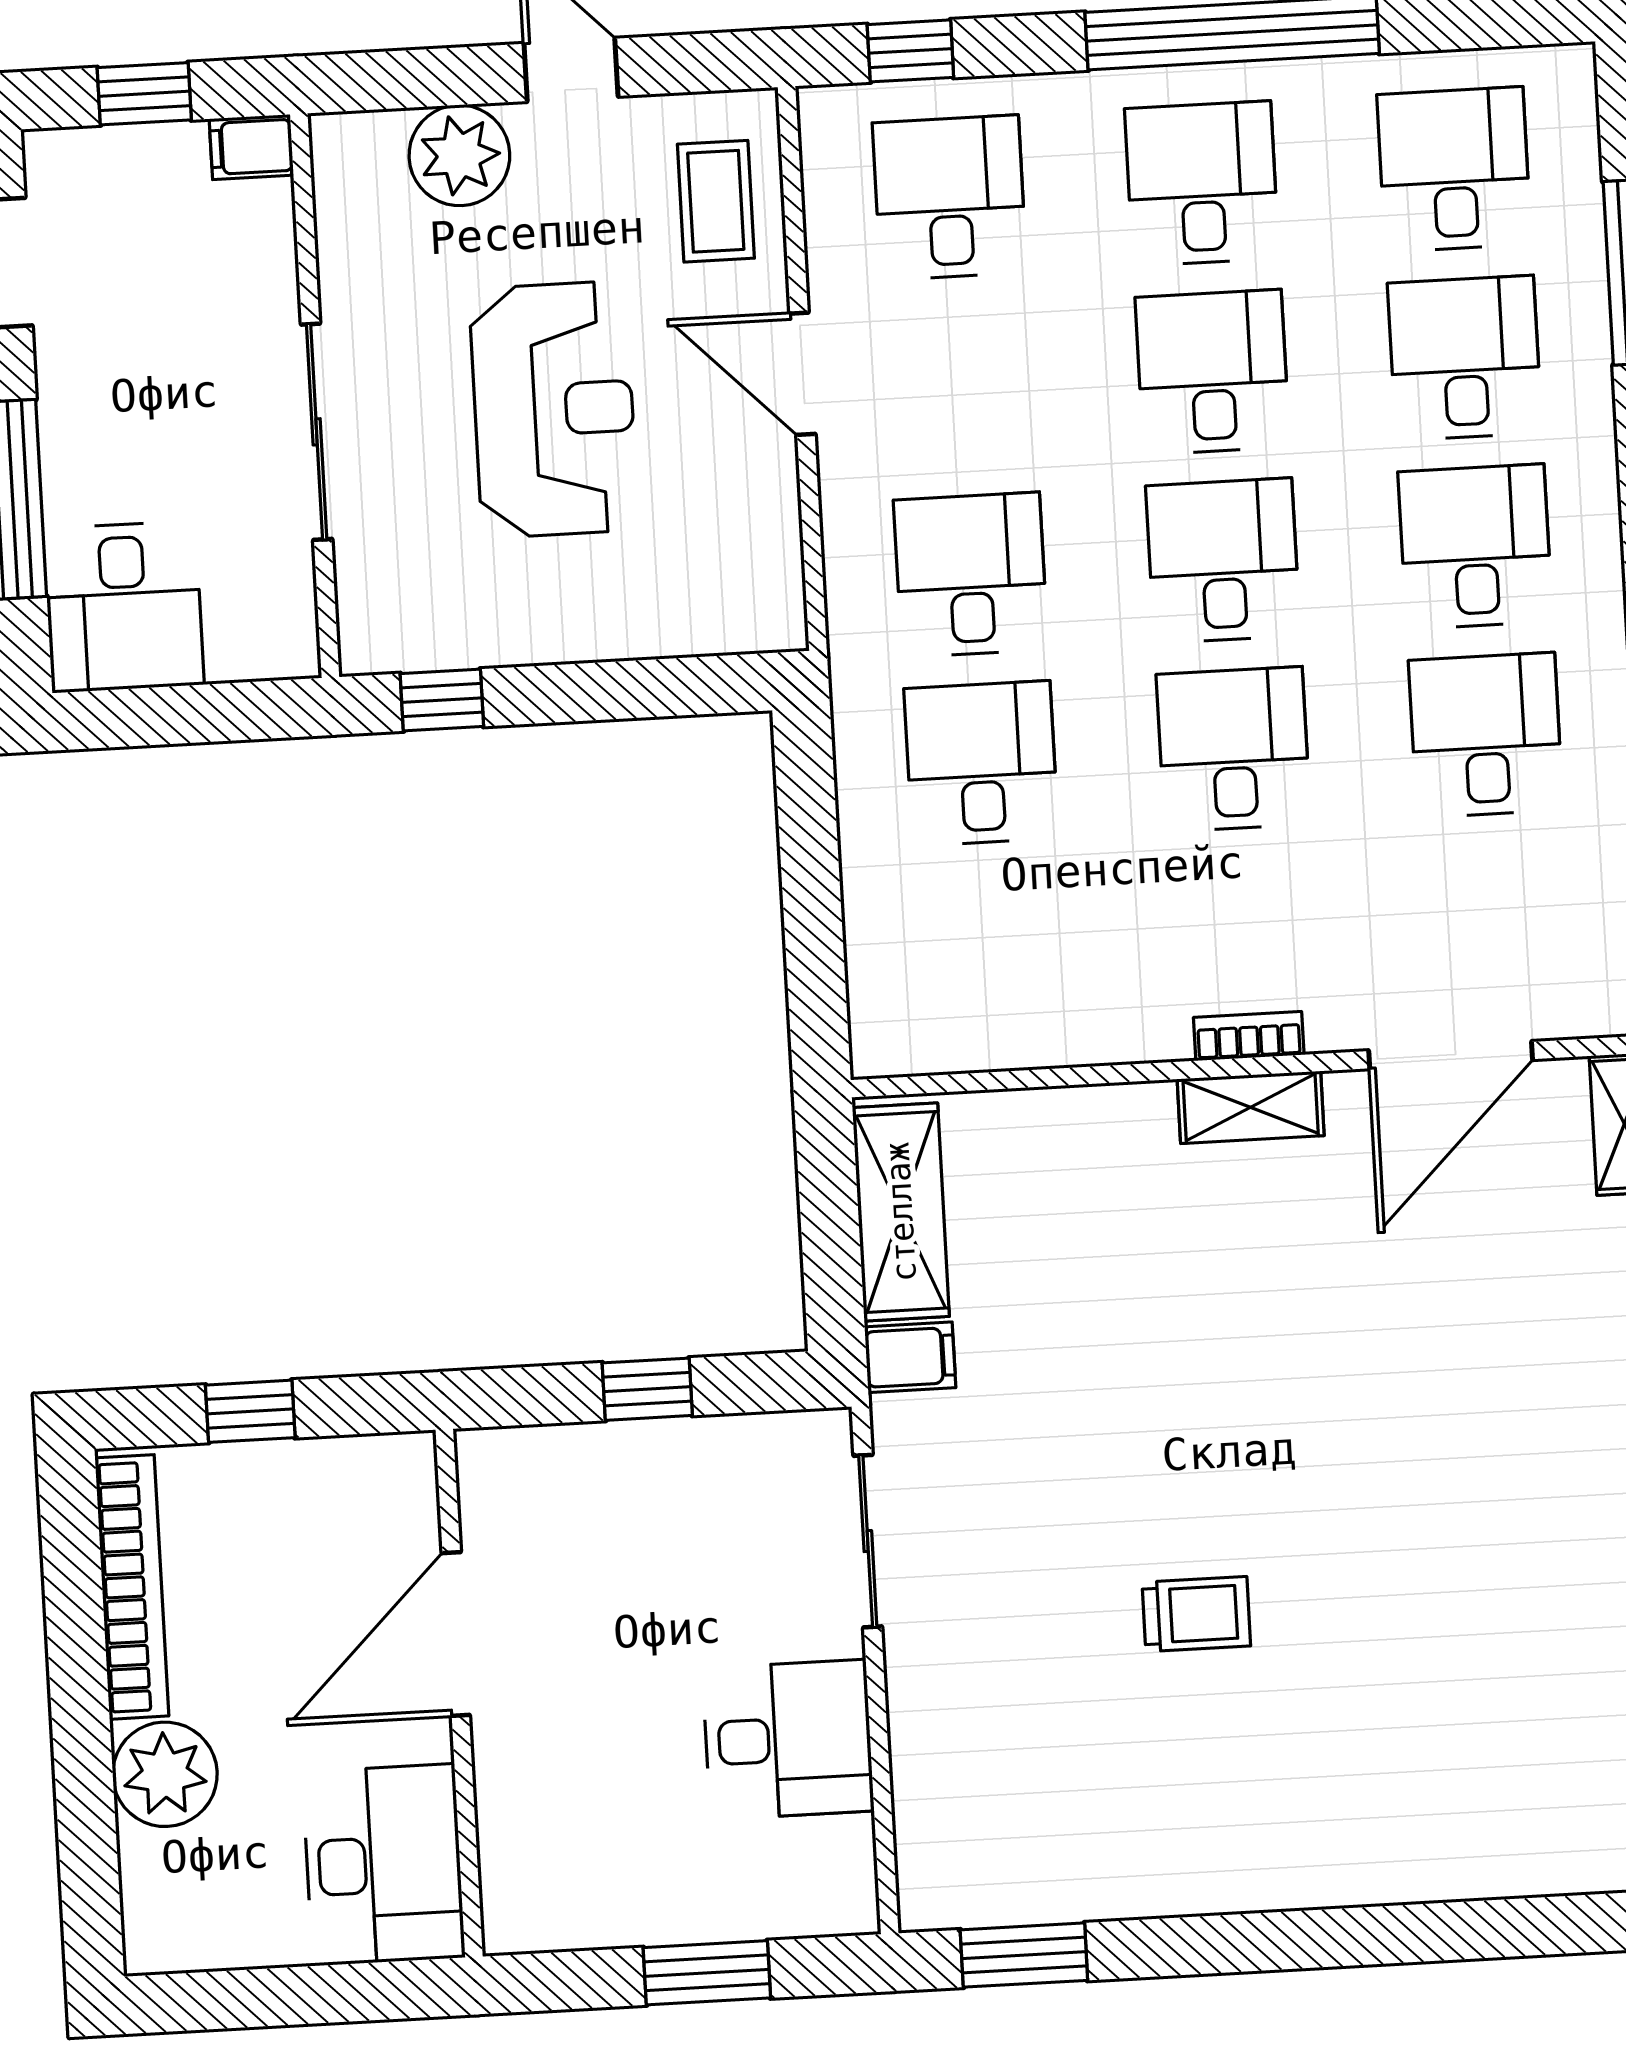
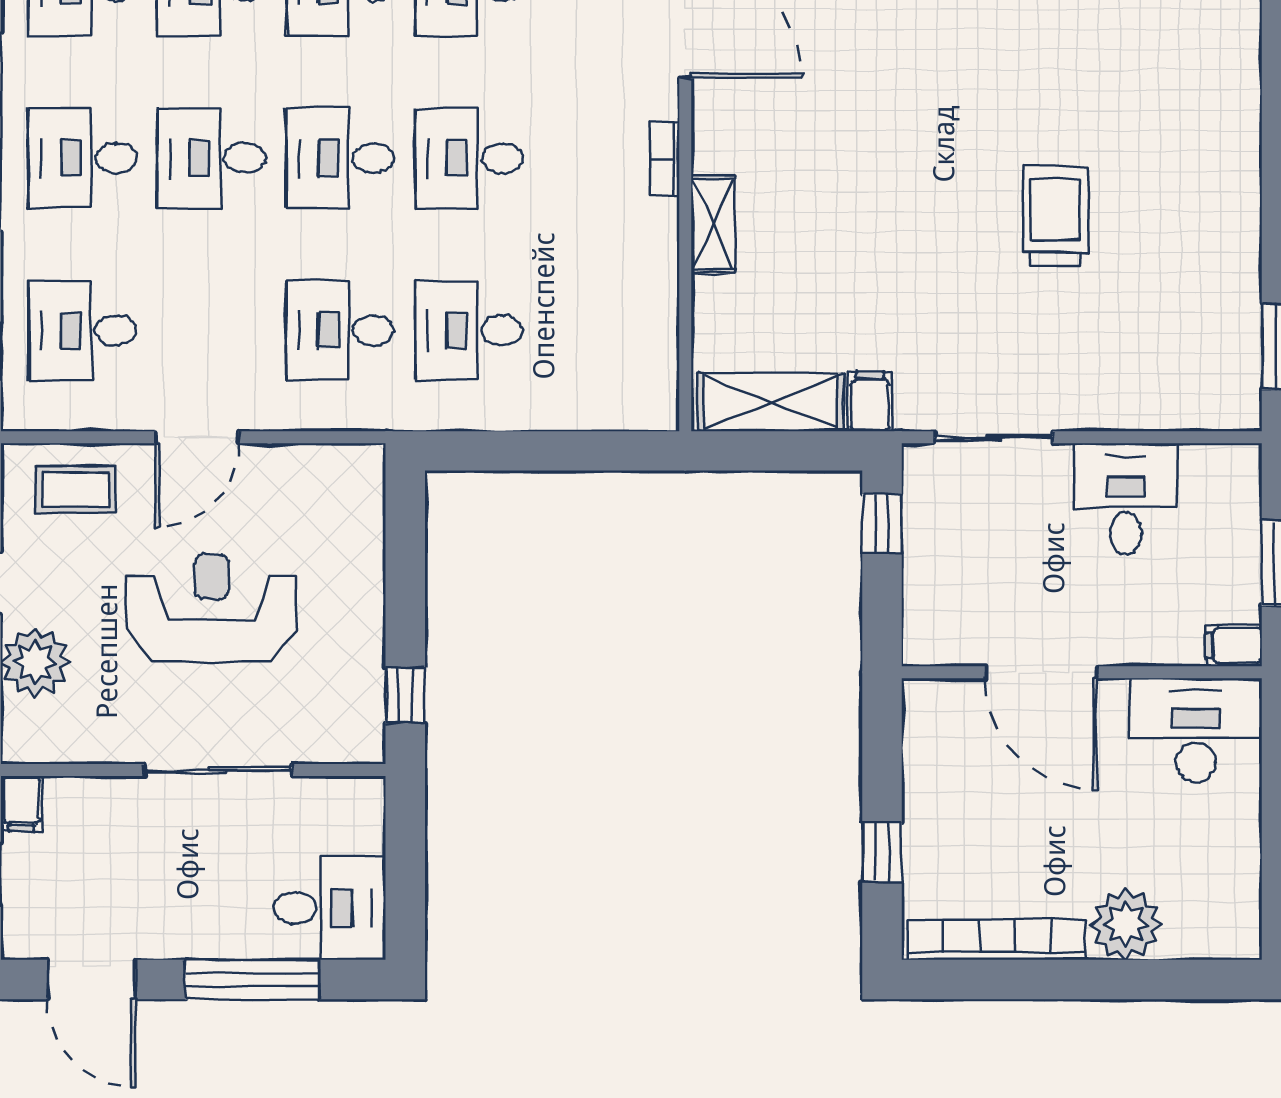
shelving: (1251, 1107) -> (713, 224), moved
window: (647, 1389) -> (882, 524), moved
trolley: (1196, 1614) -> (1056, 216), width x1.36, depth x1.39
door: (456, 1634) -> (1041, 672), moved
wall: (459, 1693) -> (1082, 672), moved
desk: (384, 1865) -> (1196, 730), moved
filing cabinet: (583, 1910) -> (1234, 645), added

